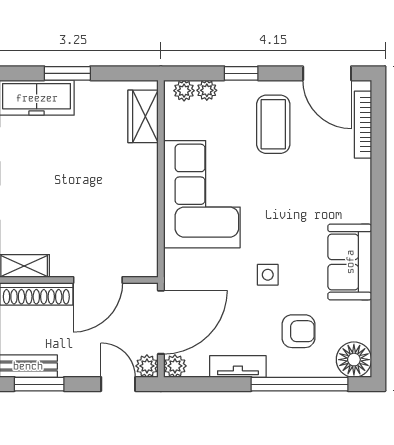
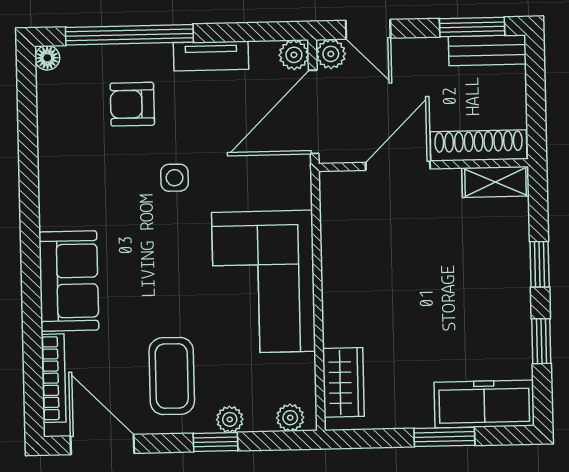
plant: (207, 90) -> (230, 419), moved
sofa: (350, 262) -> (69, 281), moved
floor lamp: (354, 360) -> (47, 58), width x0.53, depth x0.53

